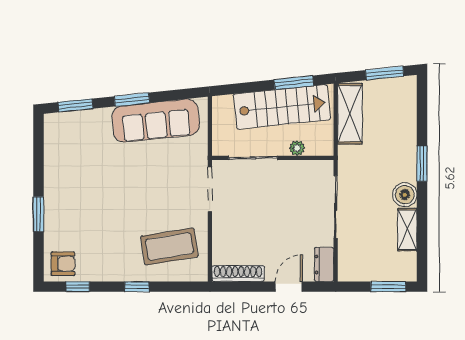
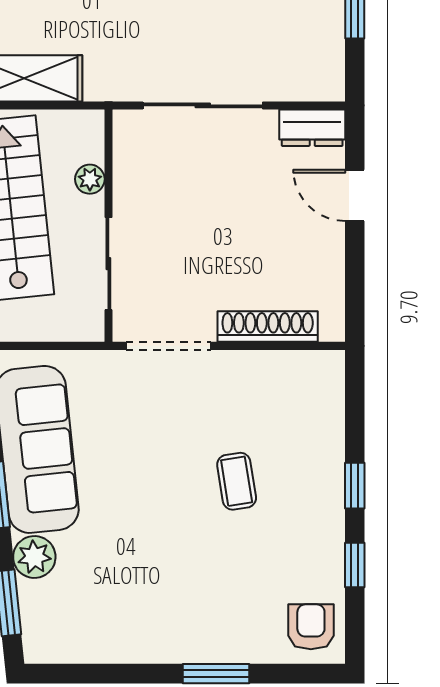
plant: (100, 119) -> (34, 557), added
coffee table: (169, 246) -> (237, 481), moved, width x0.54, depth x0.58
shoe rack: (238, 274) -> (268, 327), moved, turned 90
window: (78, 287) -> (355, 565), moved

